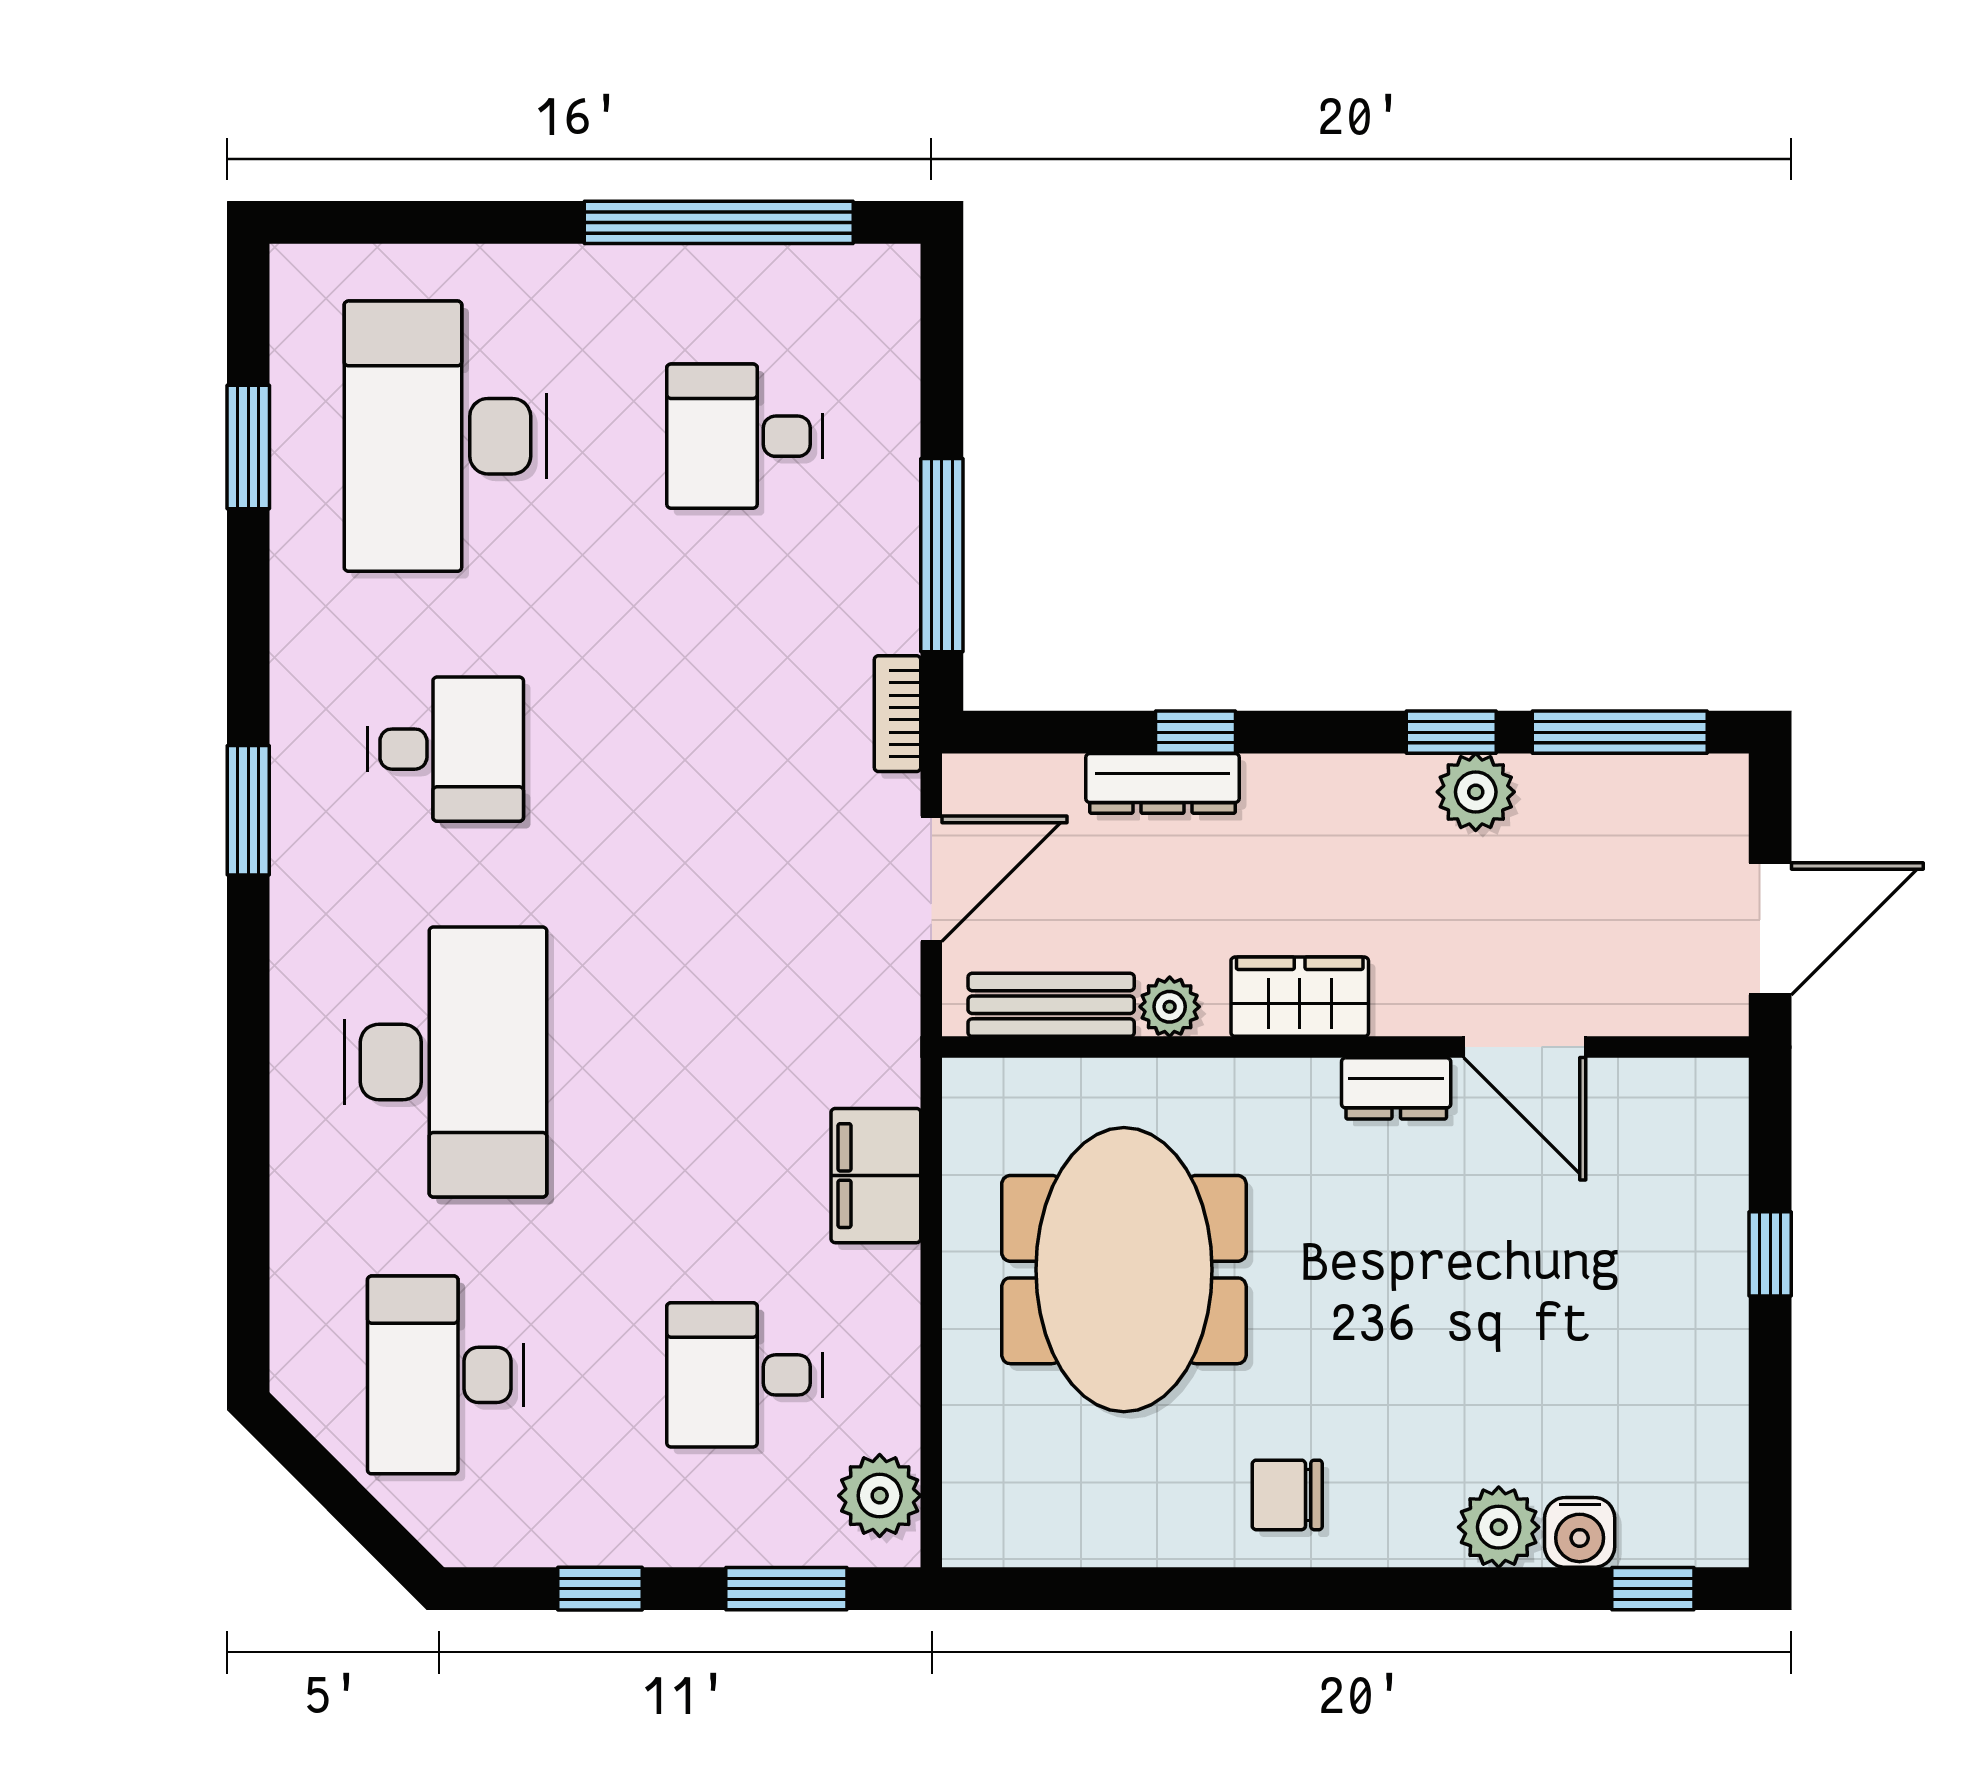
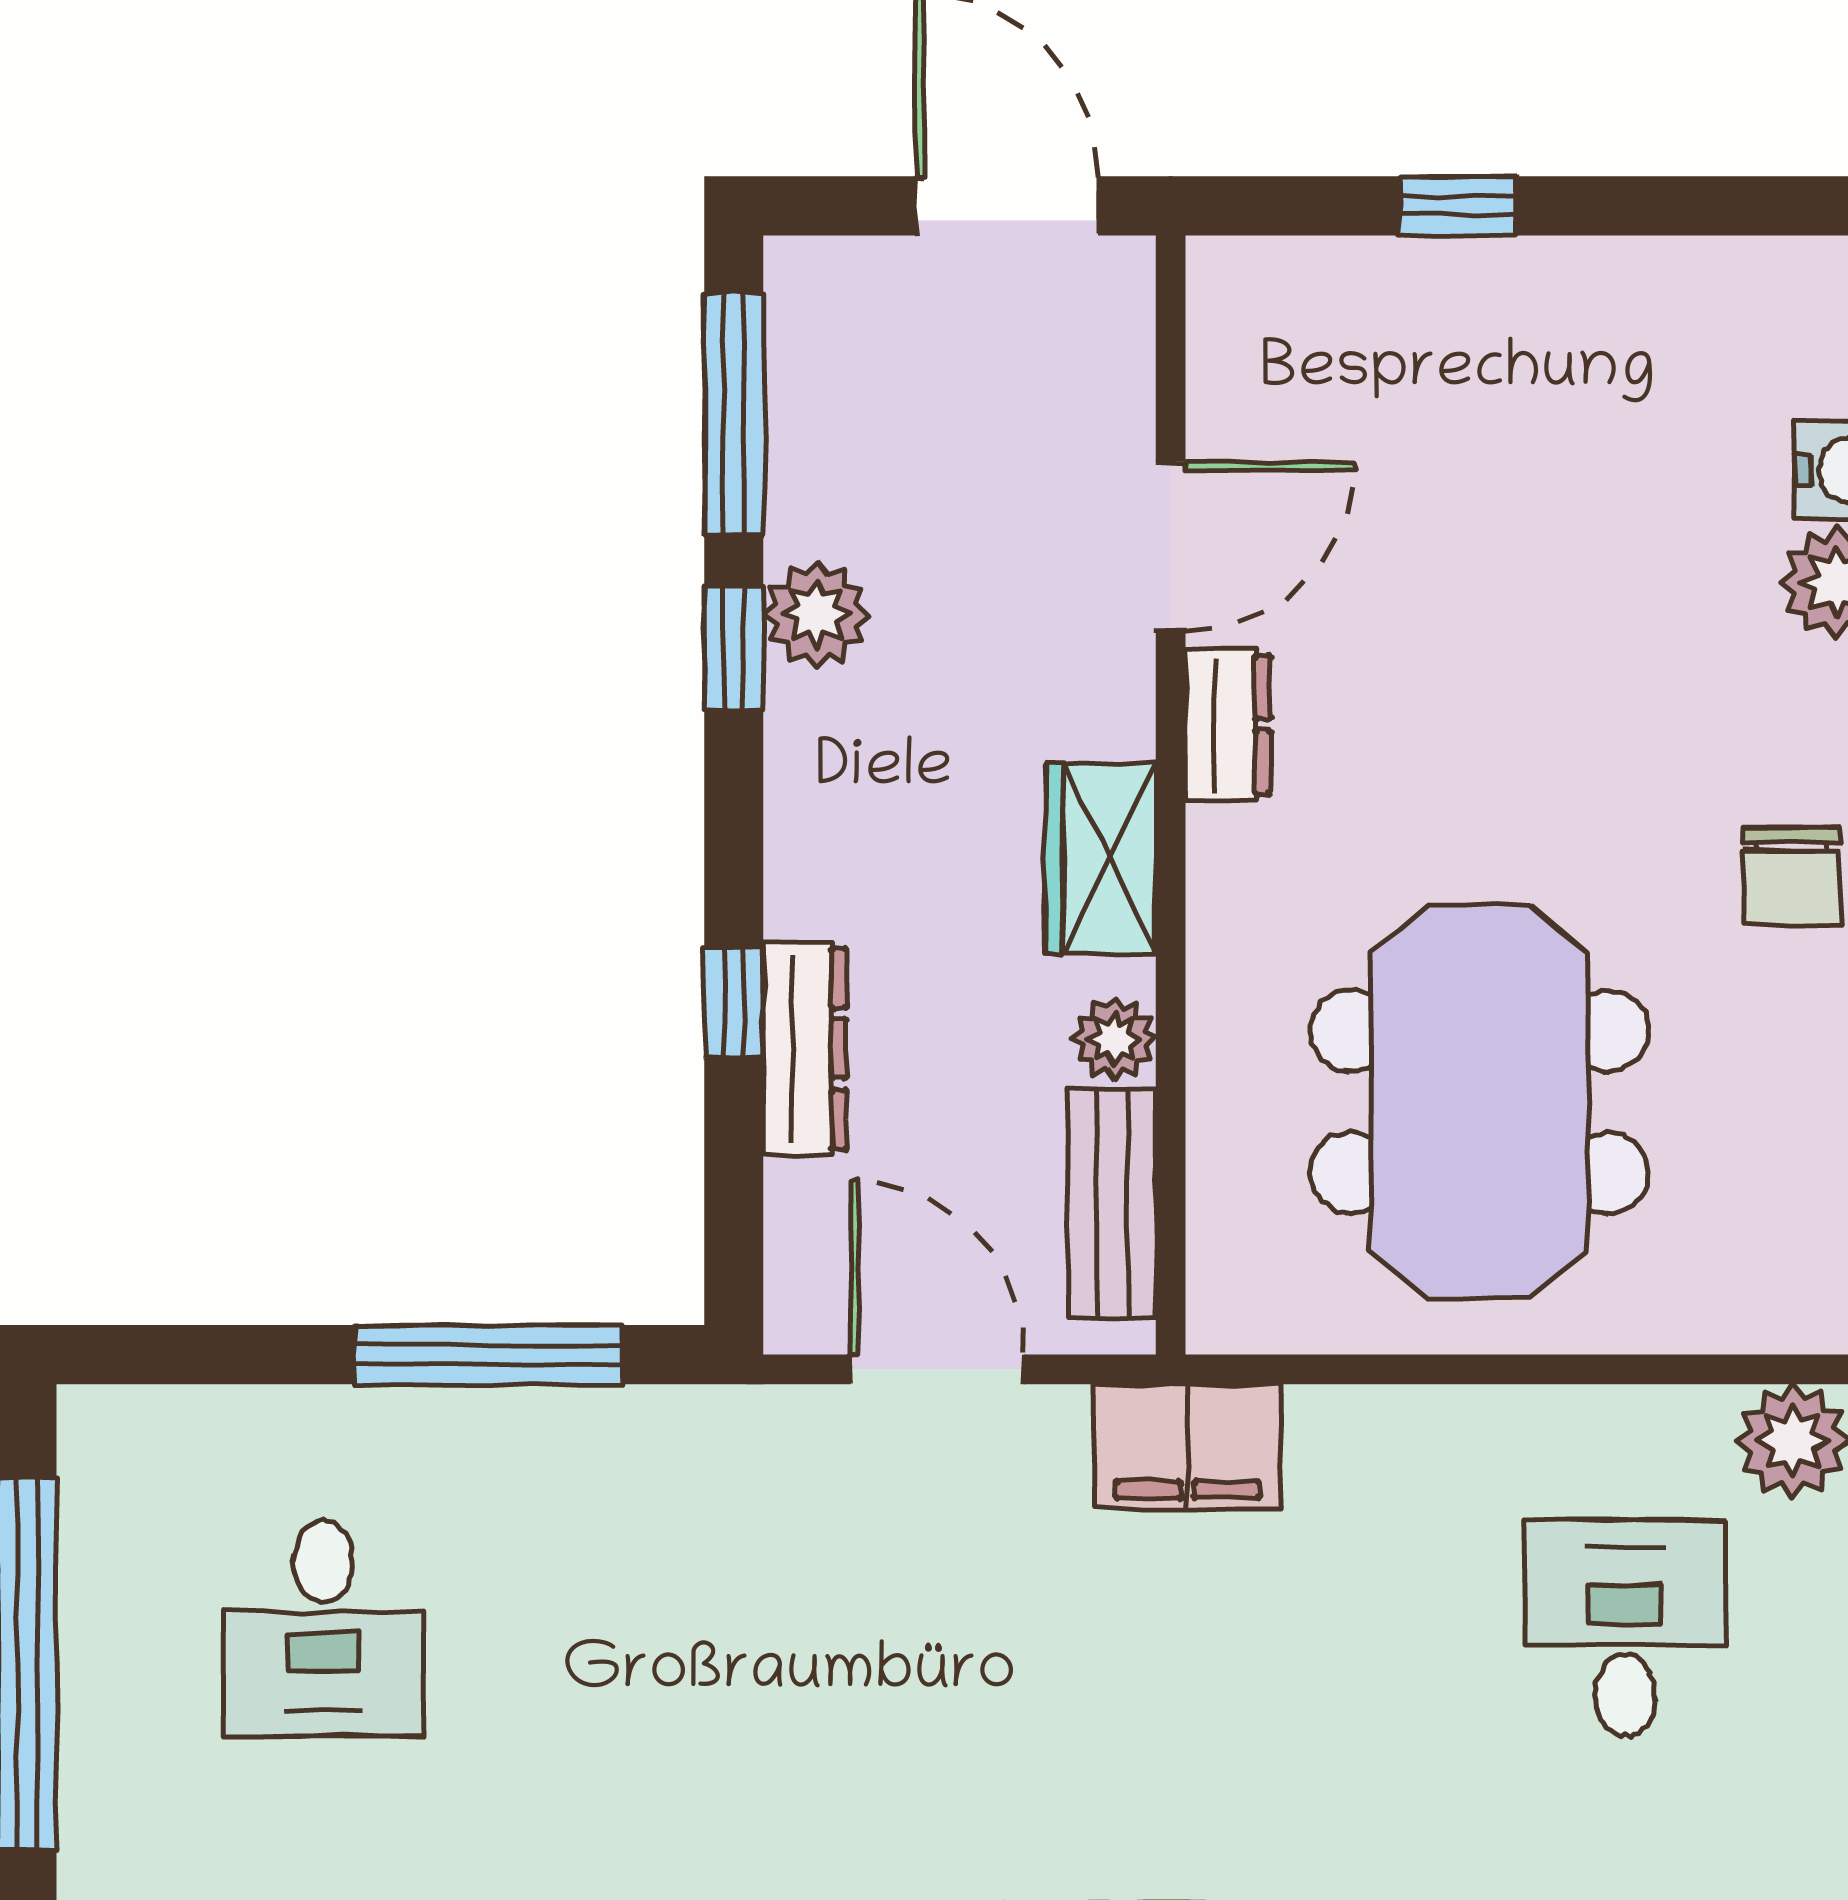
bookcase: (898, 714) -> (708, 1416), removed
filing cabinet: (876, 1176) -> (1187, 1446), moved
meeting table: (1124, 1270) -> (1479, 1102), turned 90
desk: (745, 1375) -> (1625, 1628), turned 180

